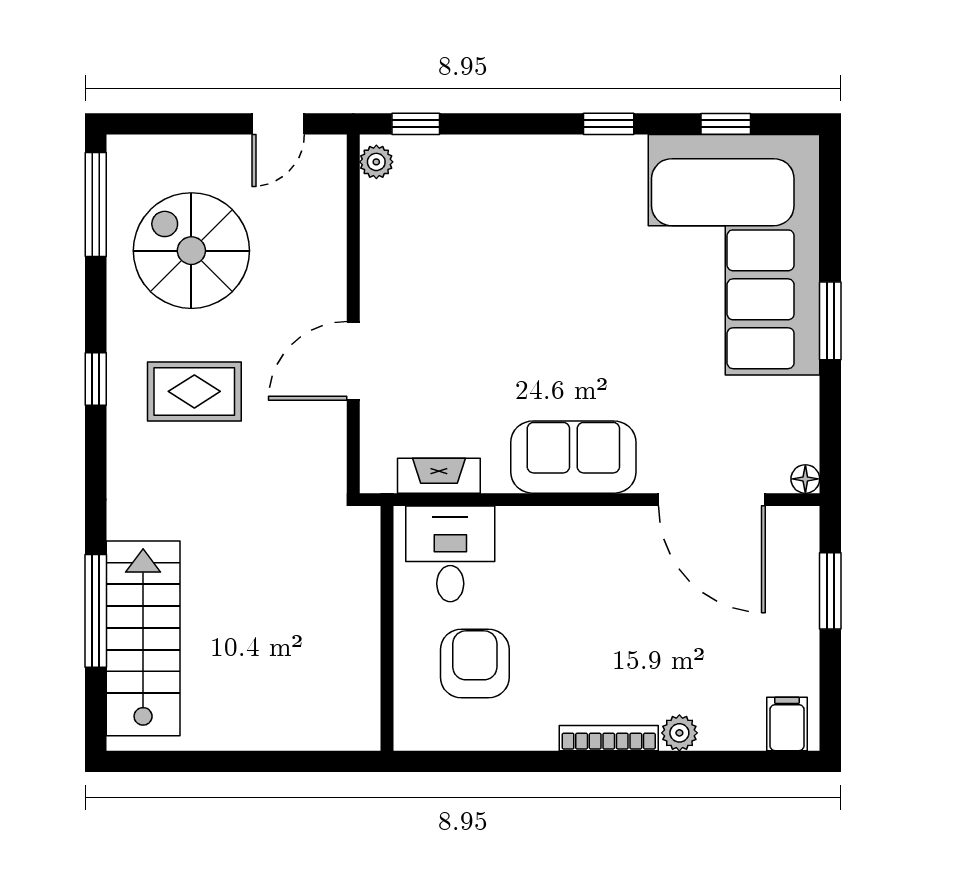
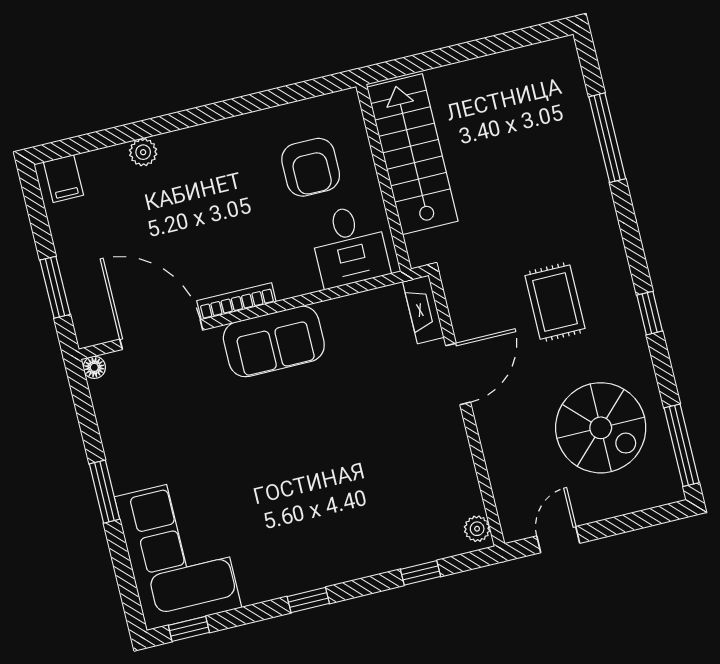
window: (416, 124) -> (421, 573), moved
window: (726, 124) -> (189, 629), moved
corner sofa: (734, 255) -> (178, 552), width x0.73, depth x0.74
rug: (194, 391) -> (555, 302), moved, turned 90
fireplace: (439, 476) -> (423, 309), moved, turned 90
stairs: (143, 638) -> (412, 154), moved, turned 180
bookcase: (609, 738) -> (236, 301), moved, turned 180

